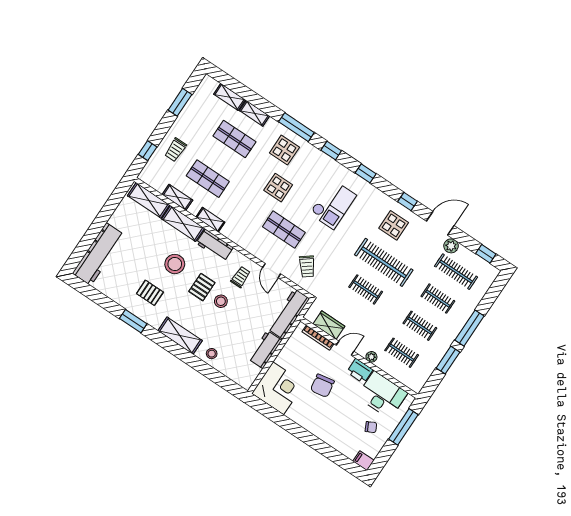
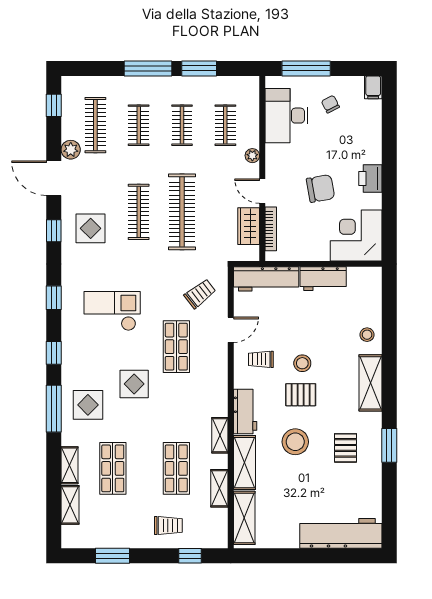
clothes rail: (384, 262) -> (139, 212), width x0.73, depth x0.76
clothes rail: (366, 289) -> (182, 212), width x1.86, depth x1.31
printer: (360, 371) -> (370, 179), moved, turned 180

